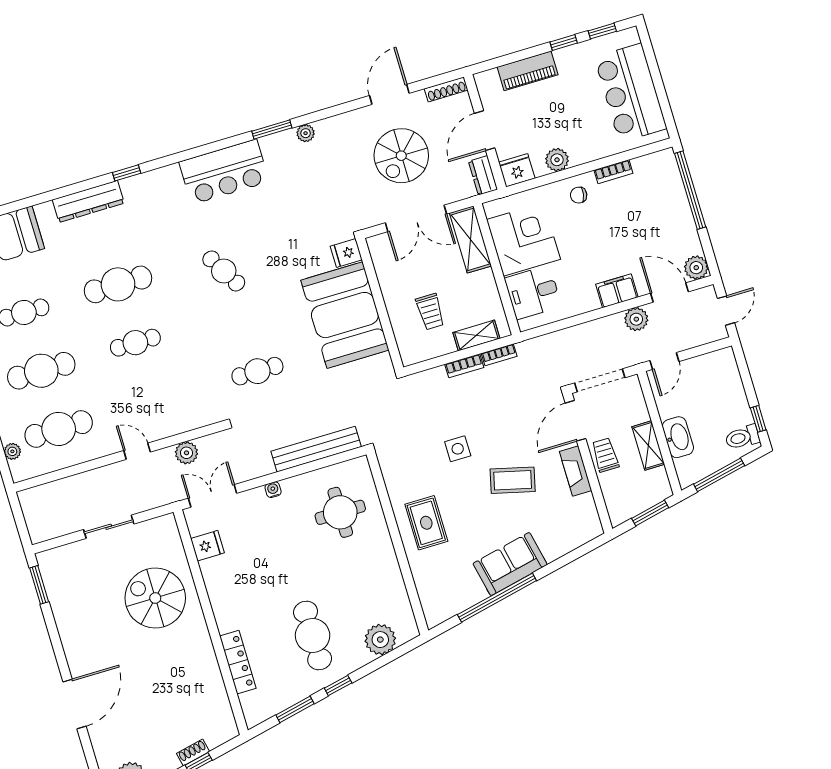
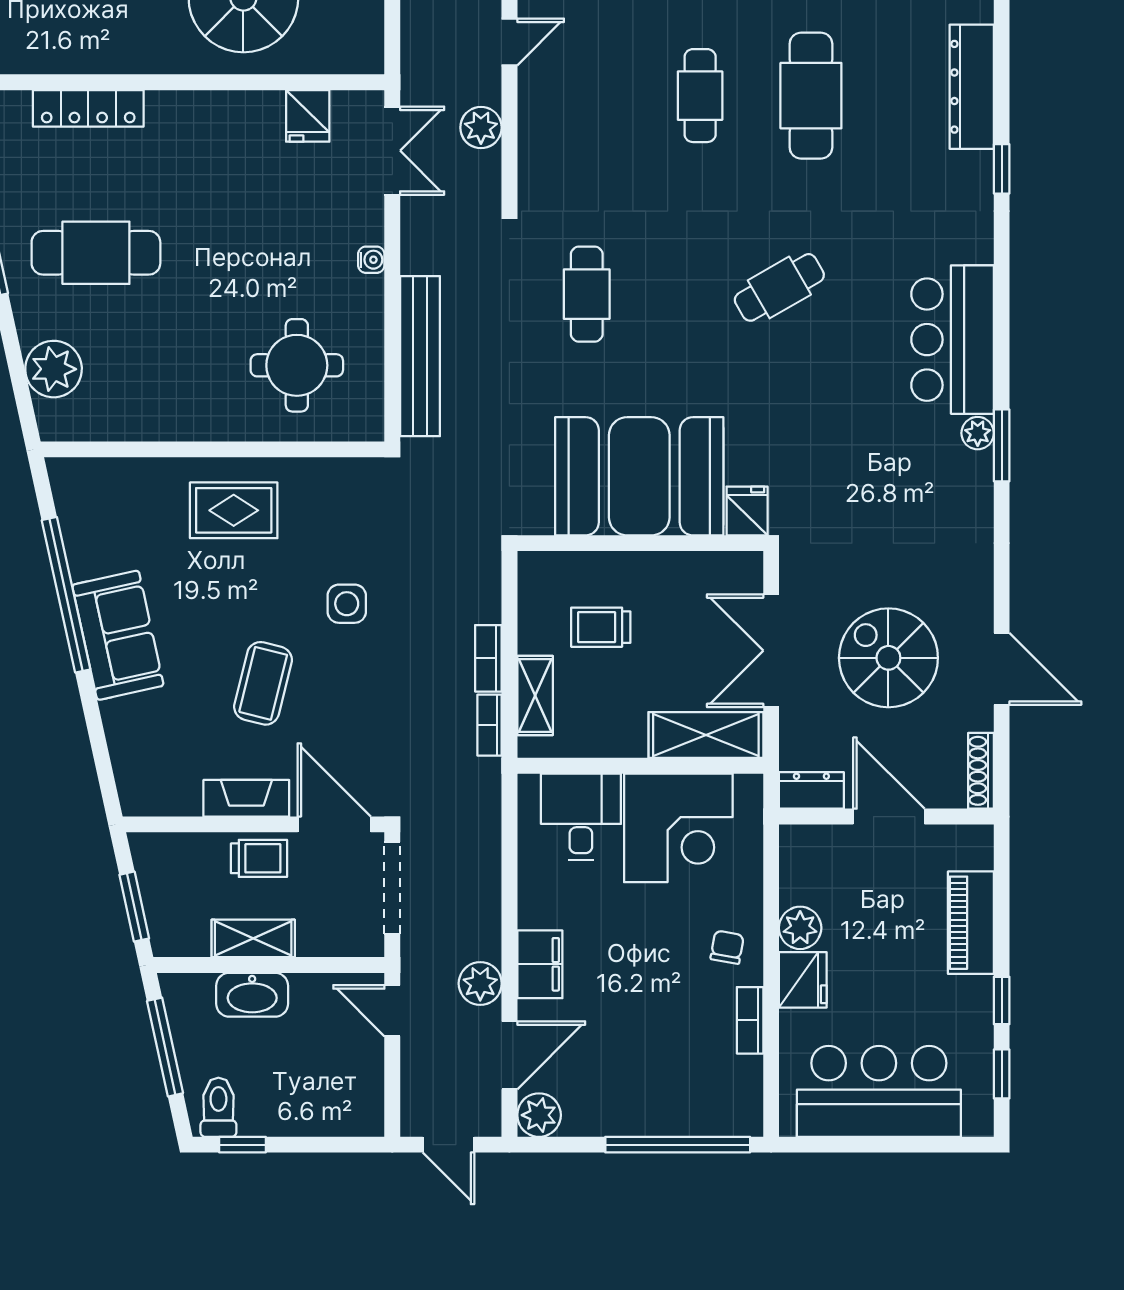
plant: (306, 133) -> (978, 433), moved
fridge: (517, 170) -> (803, 980), moved

